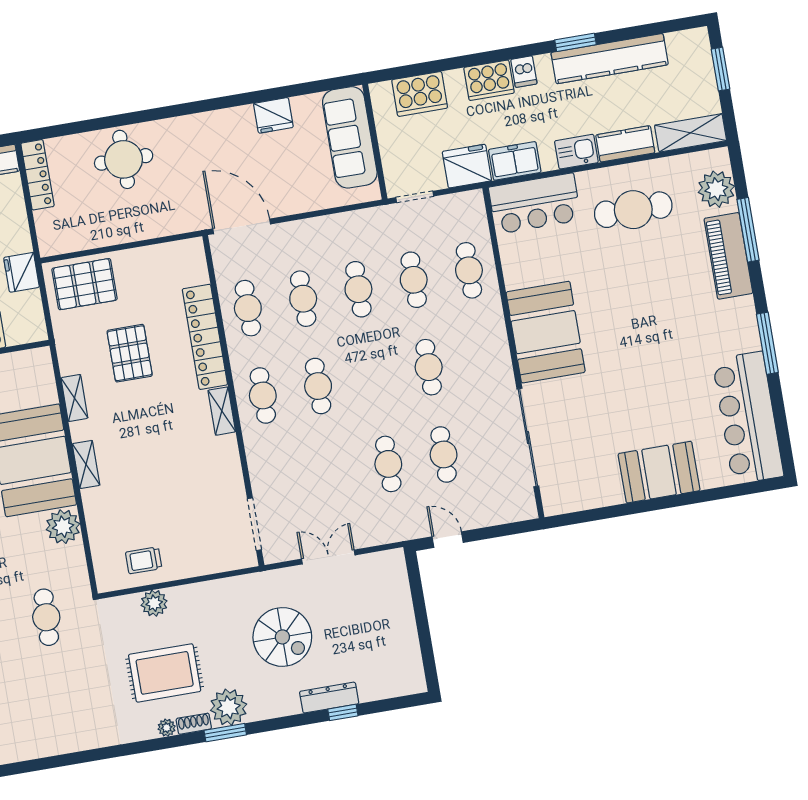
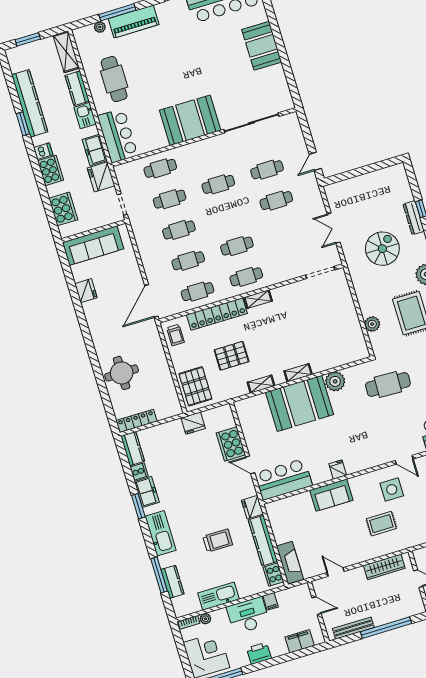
plant: (716, 189) -> (100, 27), width x0.53, depth x0.53
trolley: (144, 560) -> (176, 335), moved
cafe table: (46, 617) -> (388, 384), width x1.37, depth x1.35

